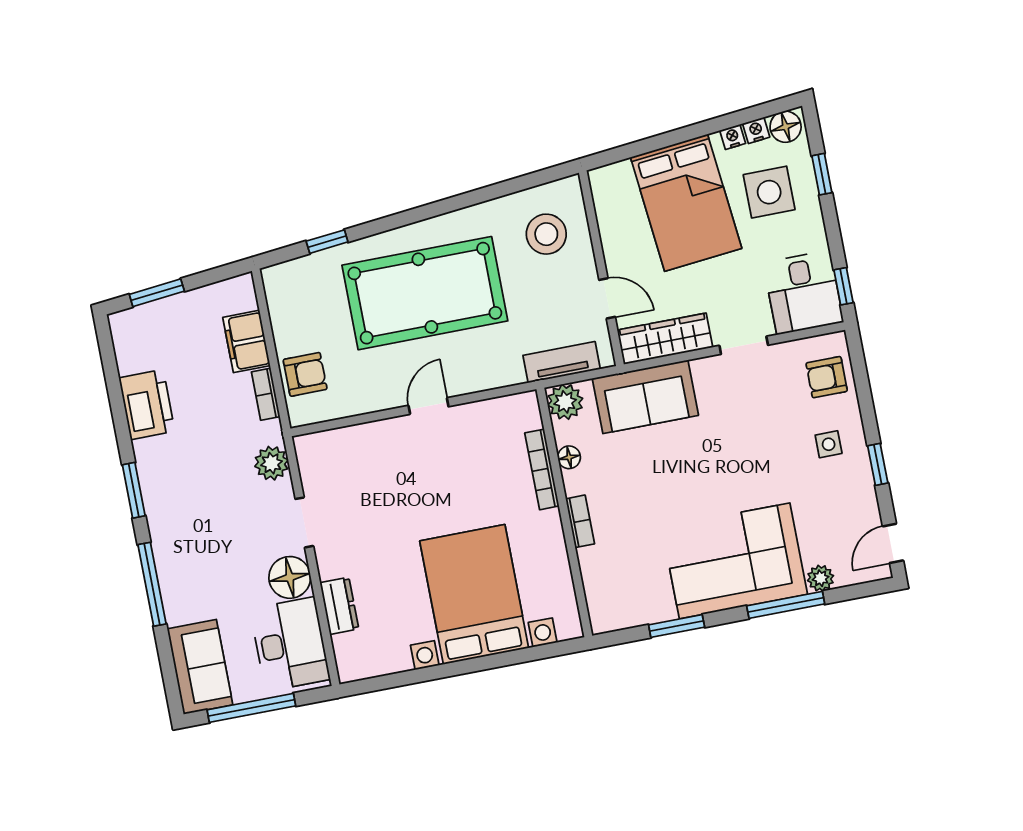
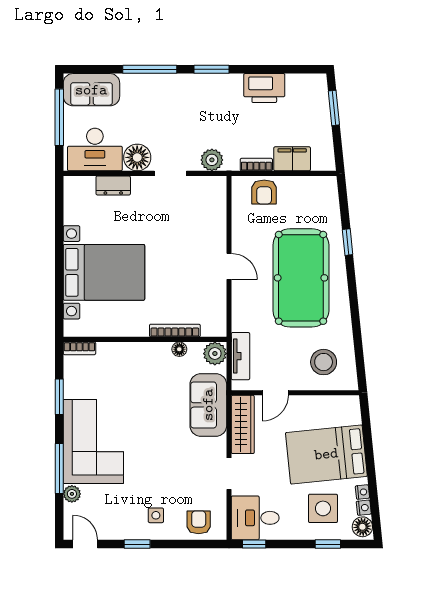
window: (327, 242) -> (348, 242), moved
bookcase: (580, 521) -> (79, 348), moved

